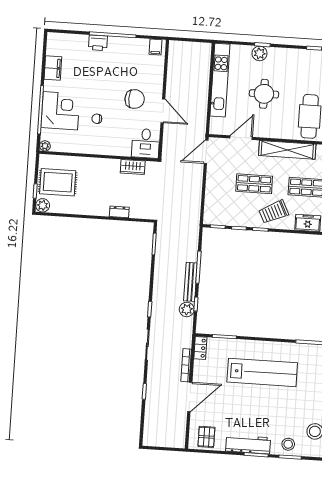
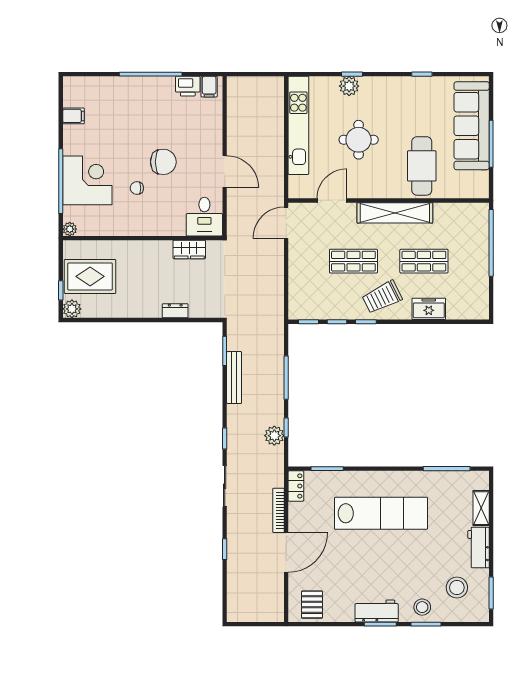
printer: (98, 43) -> (188, 86), moved
filing cabinet: (53, 68) -> (73, 116), width x0.50
chair: (135, 99) -> (163, 162), moved
bench: (190, 282) -> (234, 378), moved
workbench: (248, 444) -> (377, 611), width x0.73

